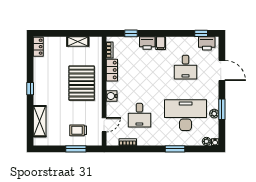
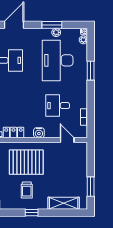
desk: (139, 115) -> (58, 106), turned 180
trolley: (78, 130) -> (27, 190), moved
window: (76, 149) -> (91, 187), moved

